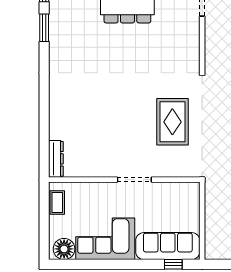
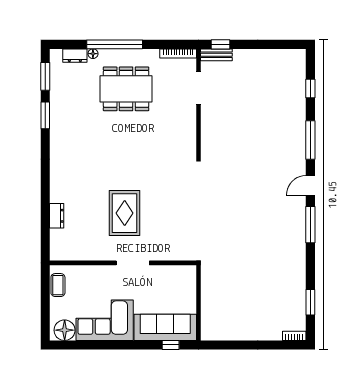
rug: (172, 122) -> (125, 213), moved
dresser: (56, 159) -> (57, 216), moved, width x0.70

